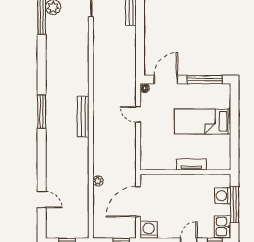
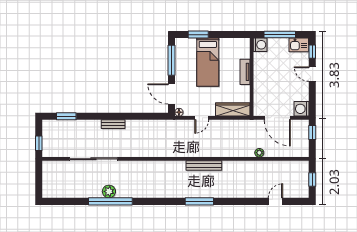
window: (235, 110) -> (198, 35), added
wardrobe: (148, 150) -> (233, 110), added
washing machine: (223, 196) -> (260, 45), moved, turned -90

